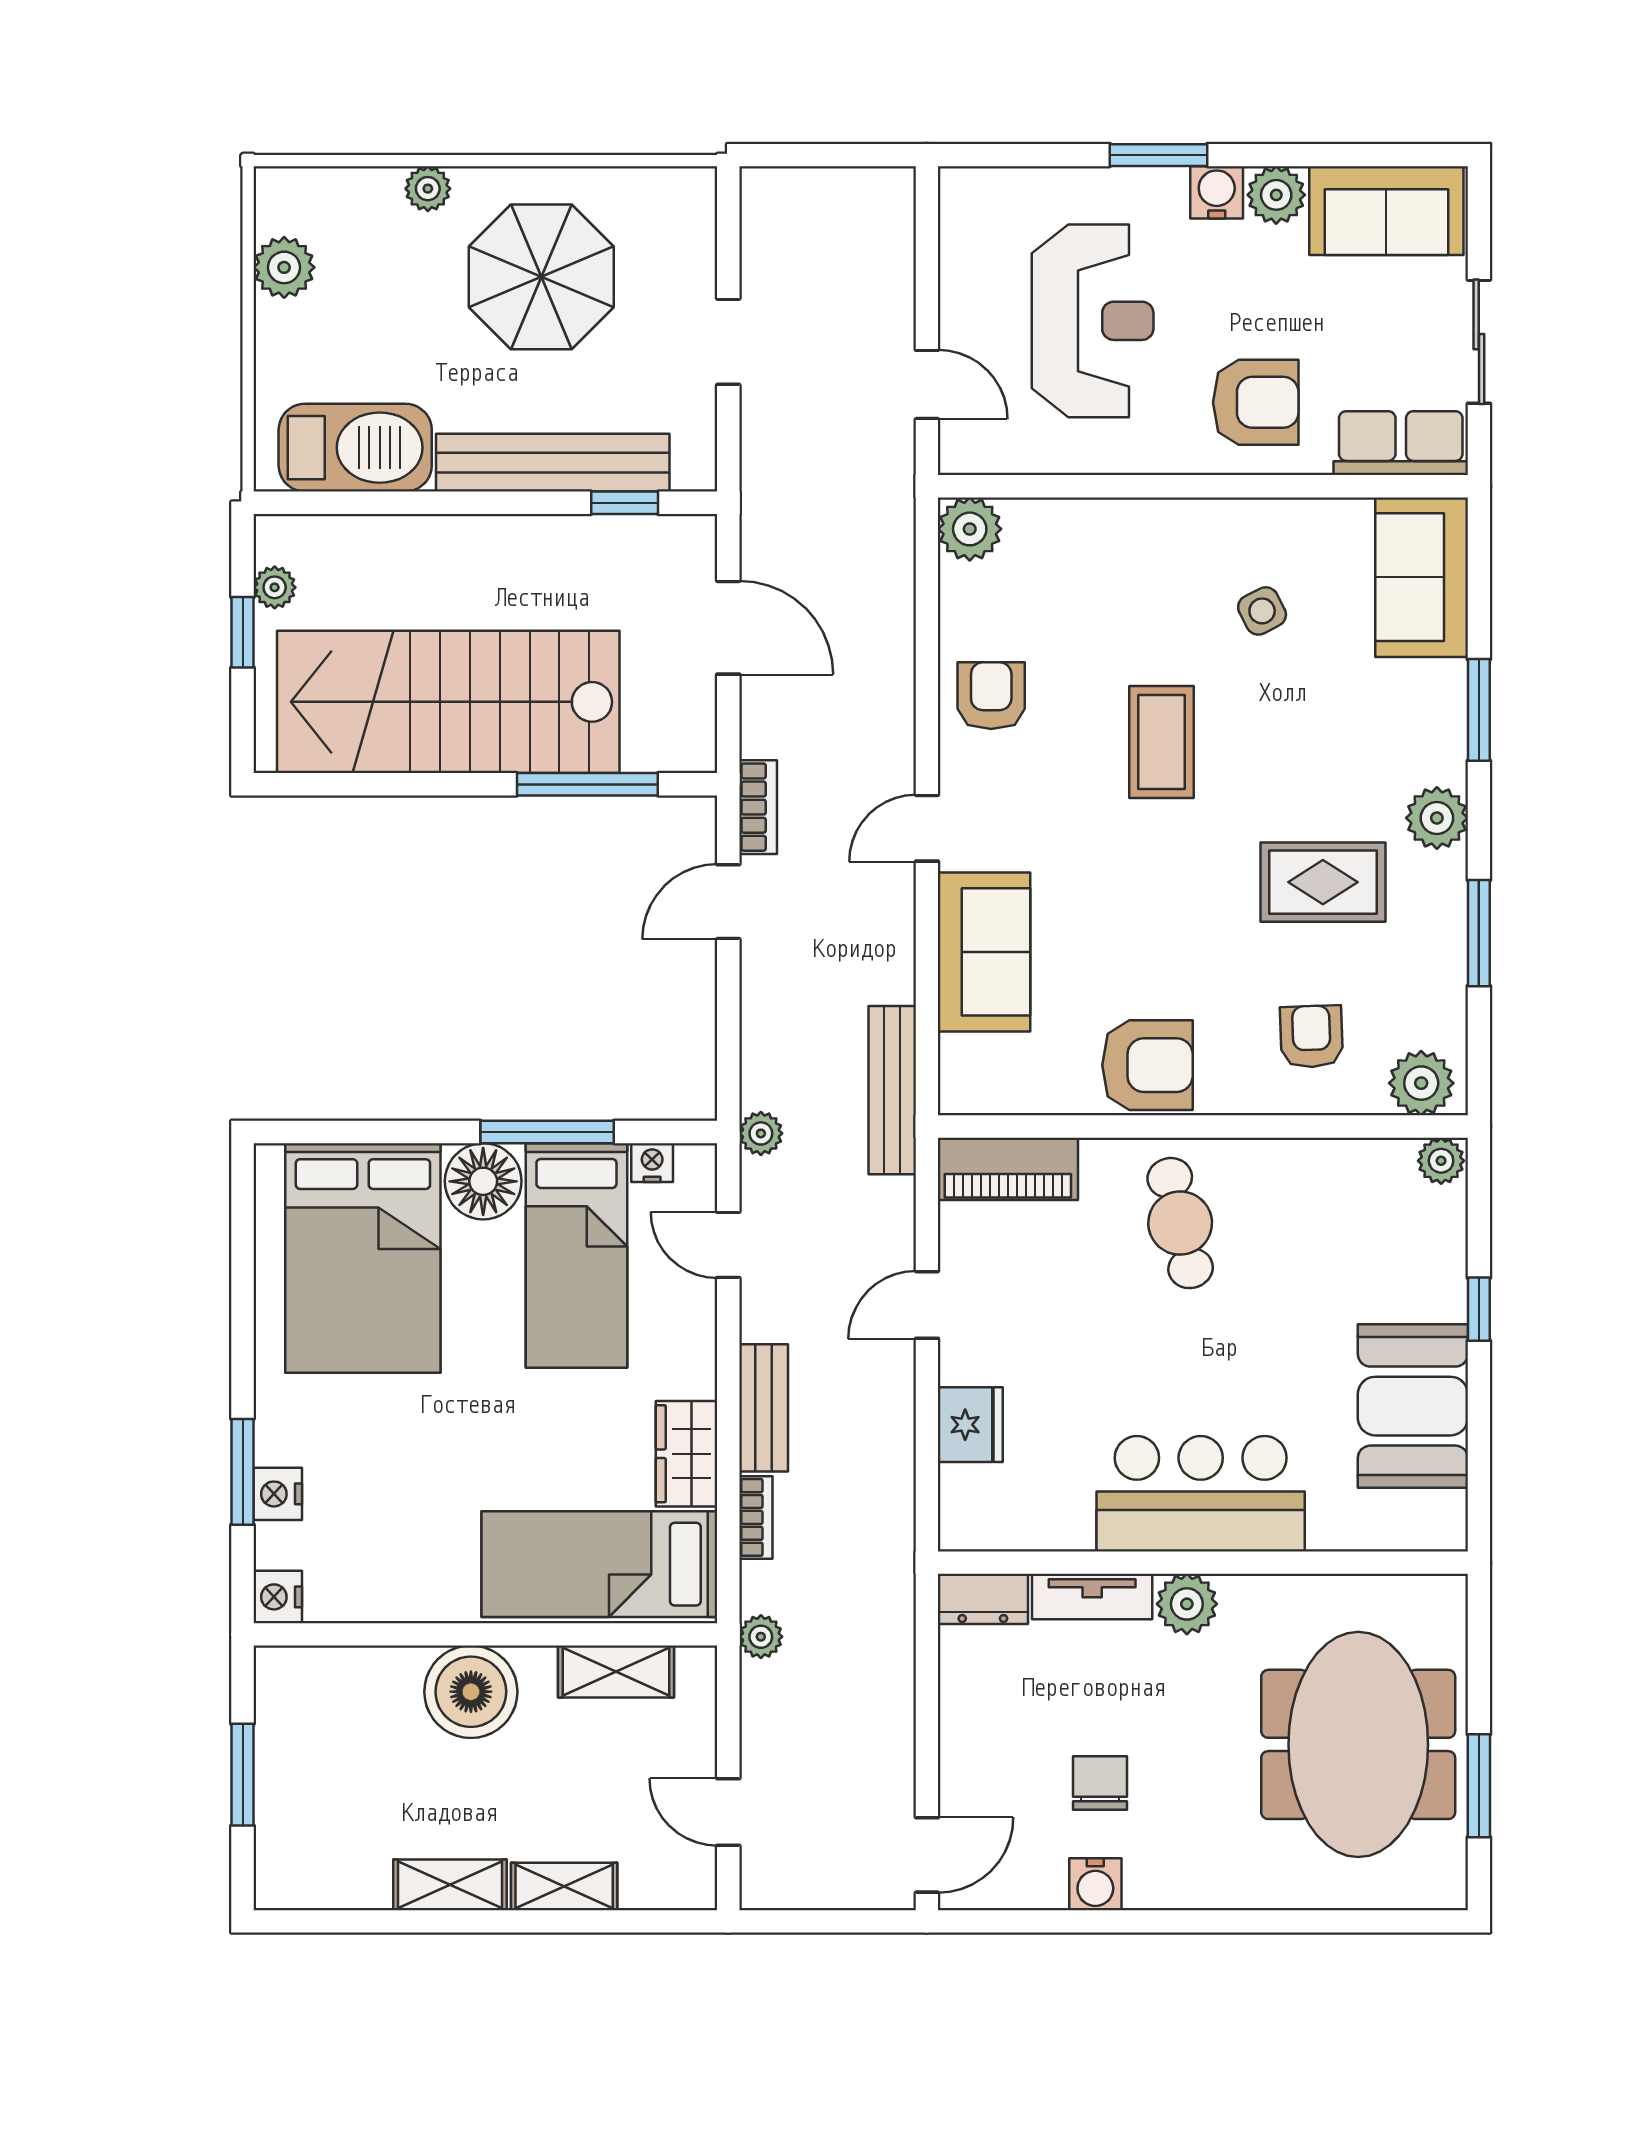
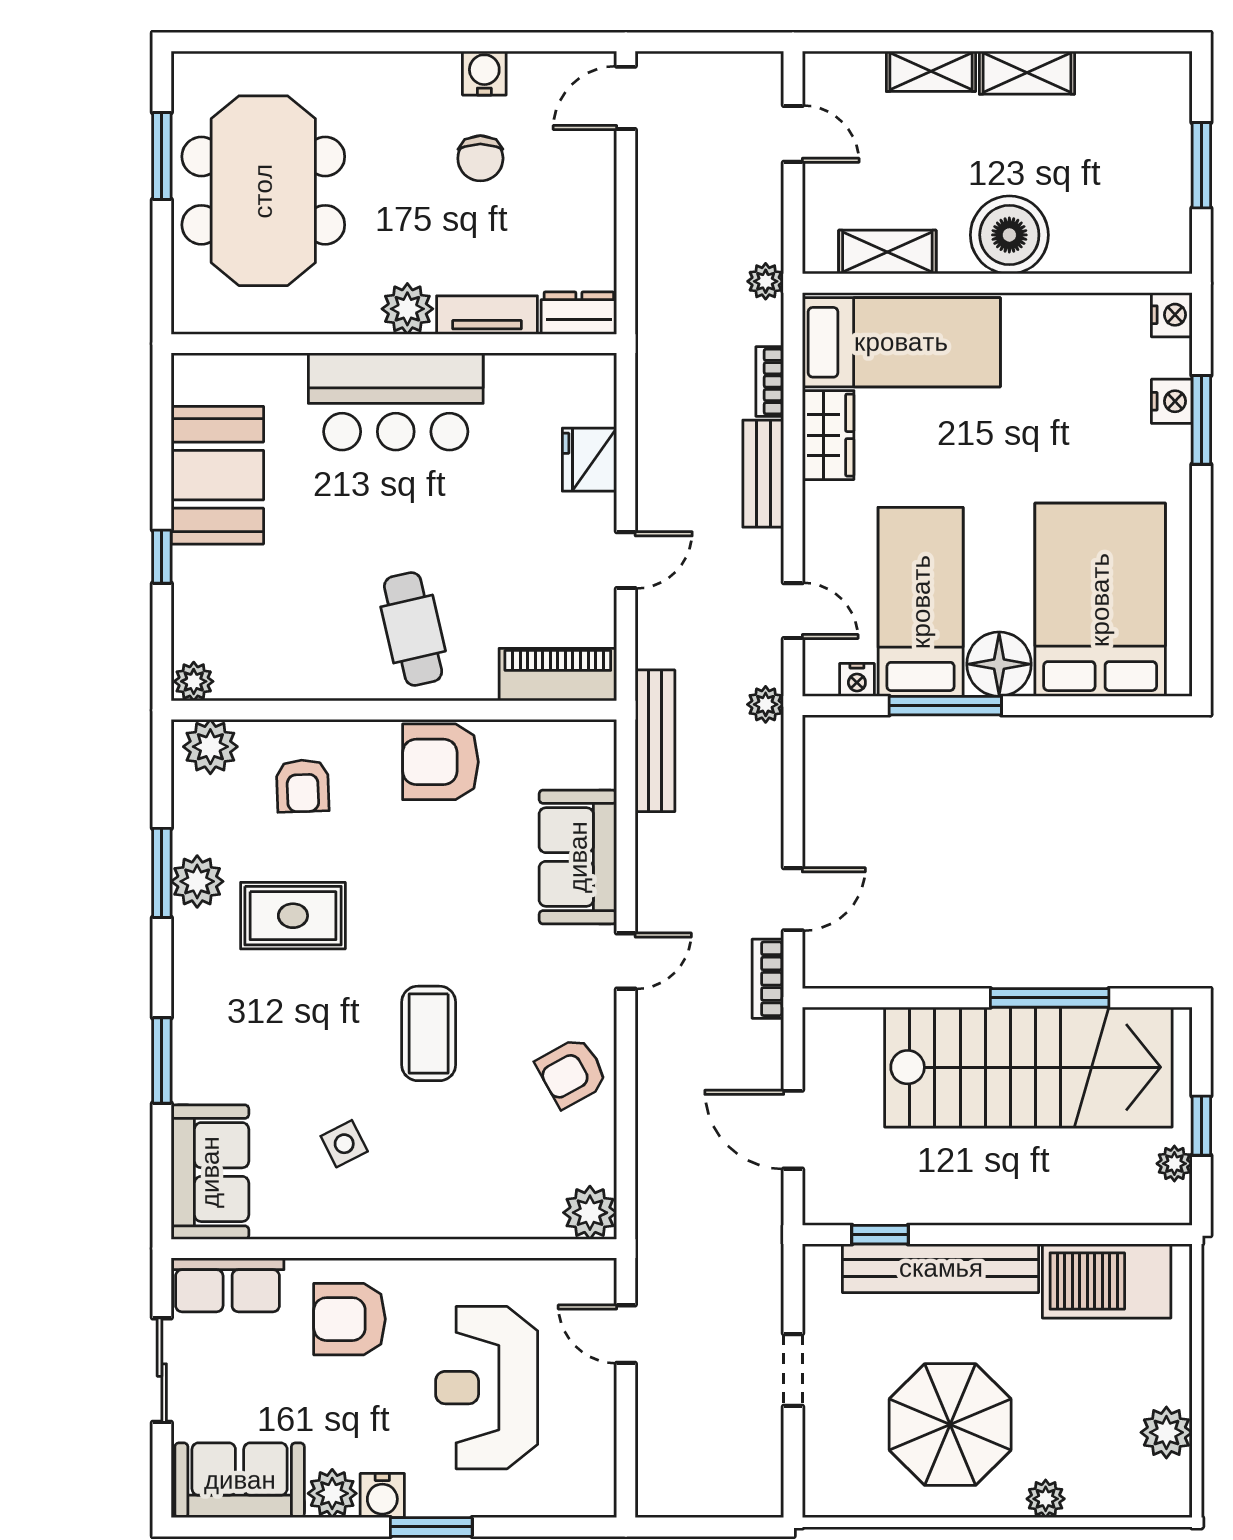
armchair: (991, 696) -> (572, 1072), turned 61
window: (587, 784) -> (1050, 998), moved
plant: (1437, 818) -> (197, 881), moved

